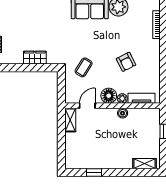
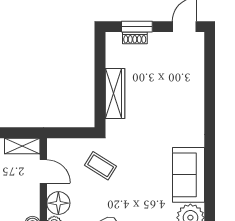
wardrobe: (35, 58) -> (115, 93), width x1.50

